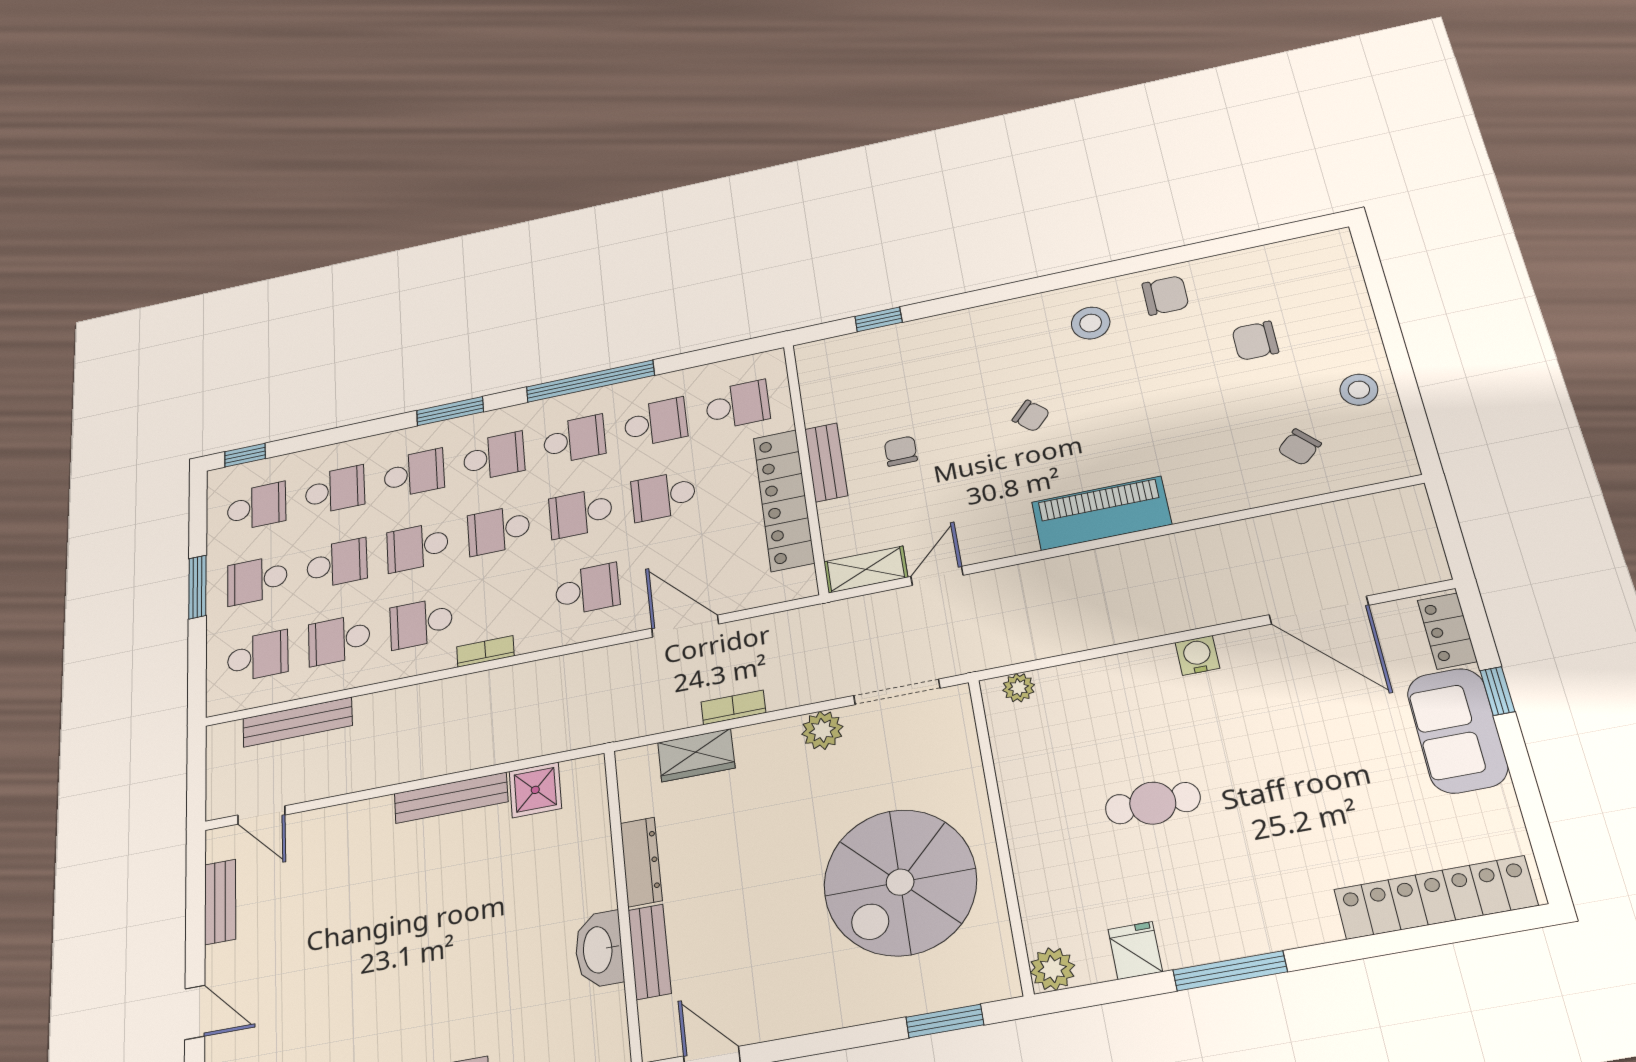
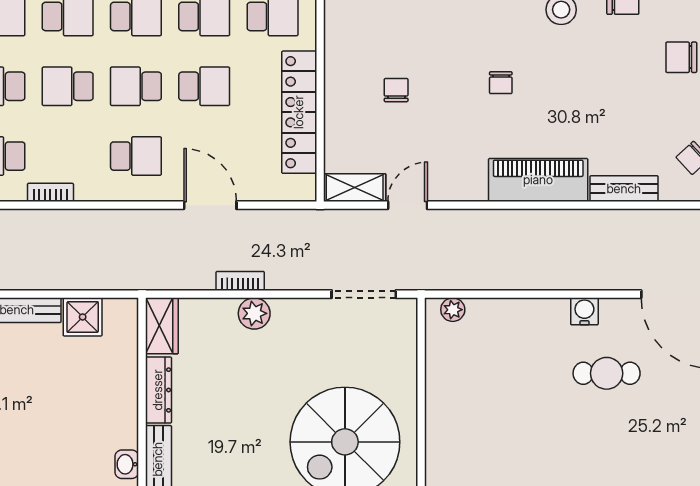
chair: (1031, 416) -> (501, 83), turned 47
bench: (826, 462) -> (624, 189), moved, turned 90
school desk: (663, 496) -> (204, 86), turned 180
plant: (822, 730) -> (254, 313), moved
wardrobe: (696, 755) -> (162, 326), moved, turned -90
cafe table: (1153, 803) -> (607, 373), moved
washbasin: (599, 950) -> (127, 464), width x0.52, depth x0.69

